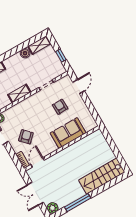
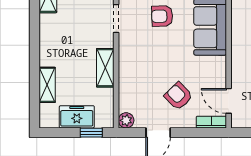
boiler: (25, 53) -> (48, 23), removed

